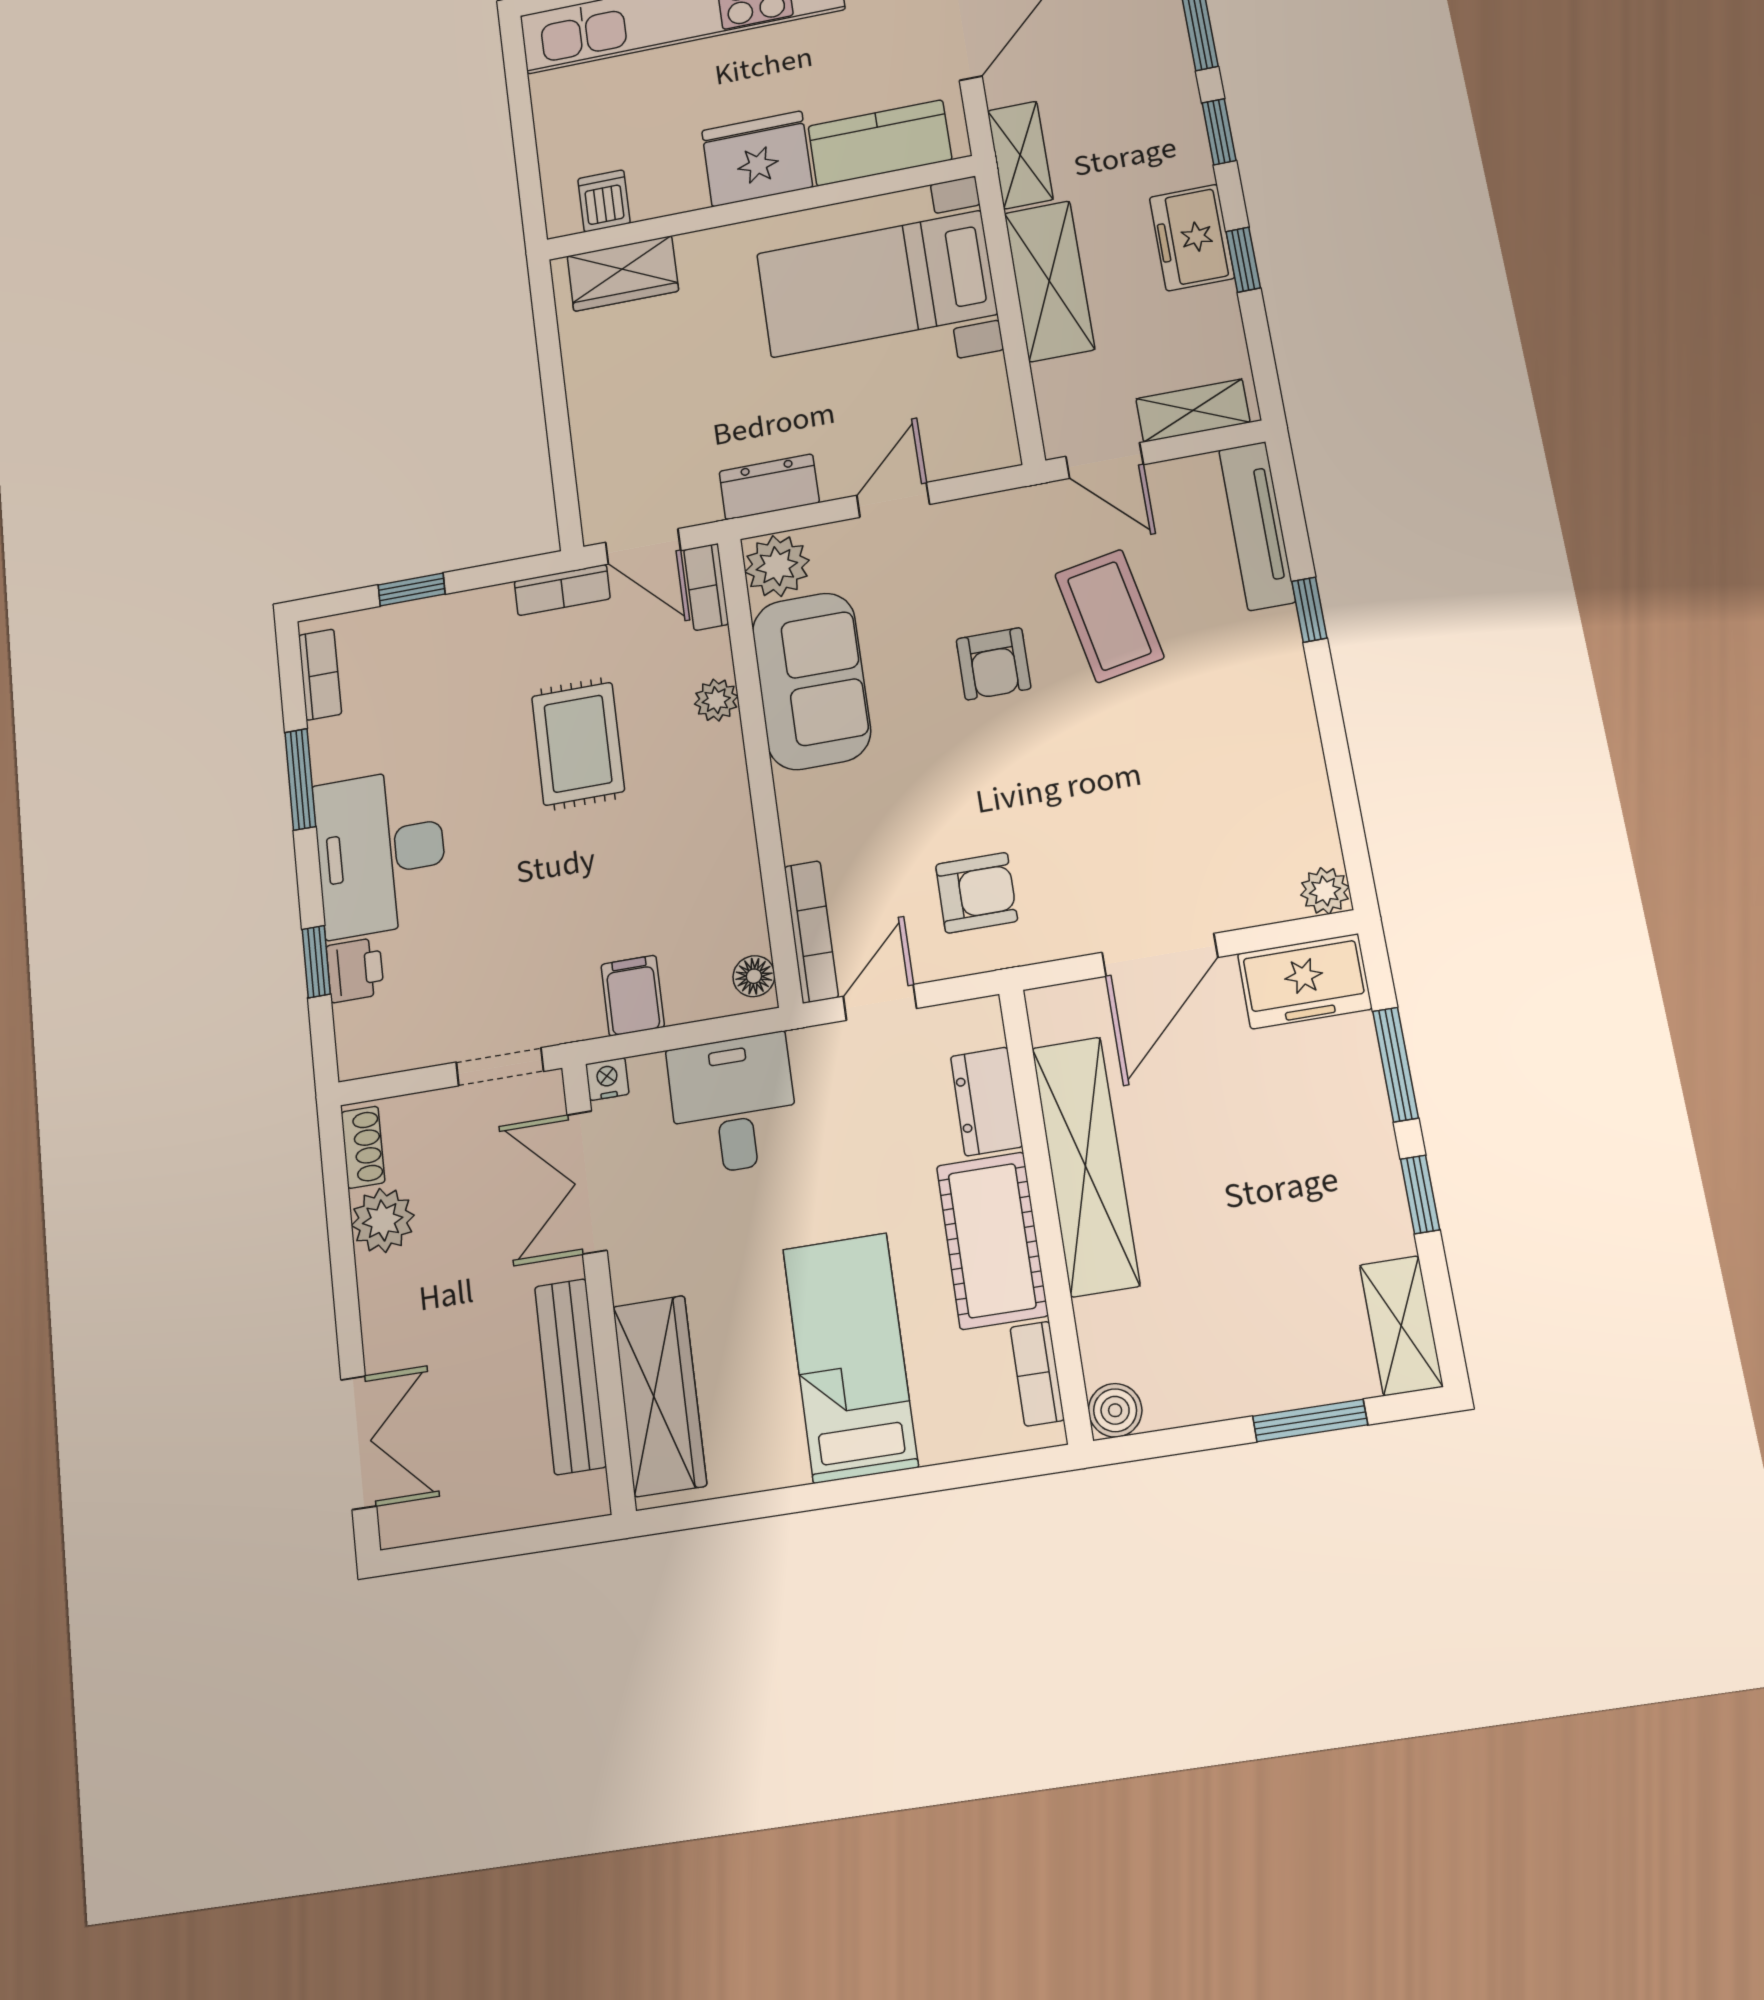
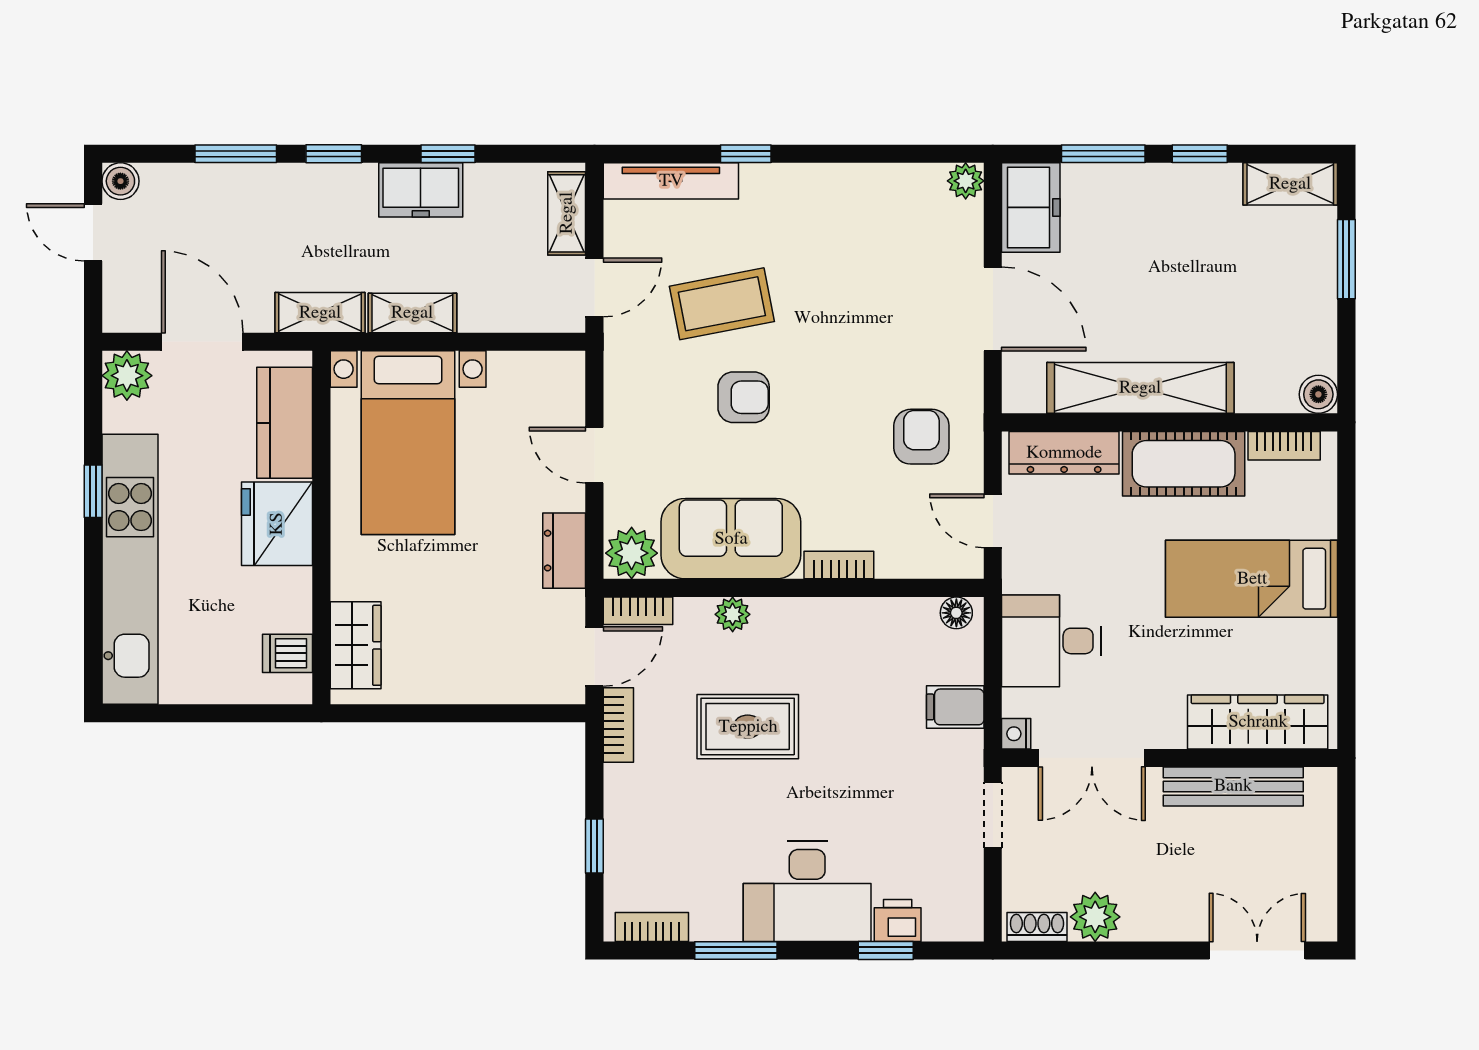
shelving: (1049, 281) -> (412, 313), width x0.67, depth x0.75
bookcase: (811, 932) -> (839, 565), moved, width x0.64
dresser: (986, 1101) -> (1064, 453), width x1.44

